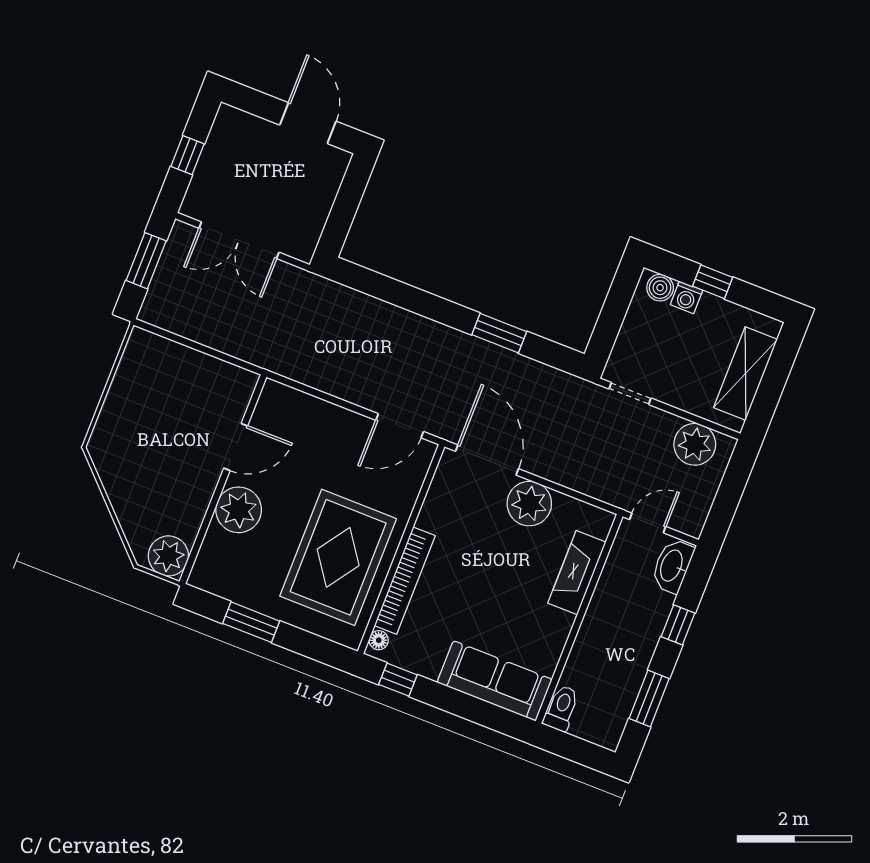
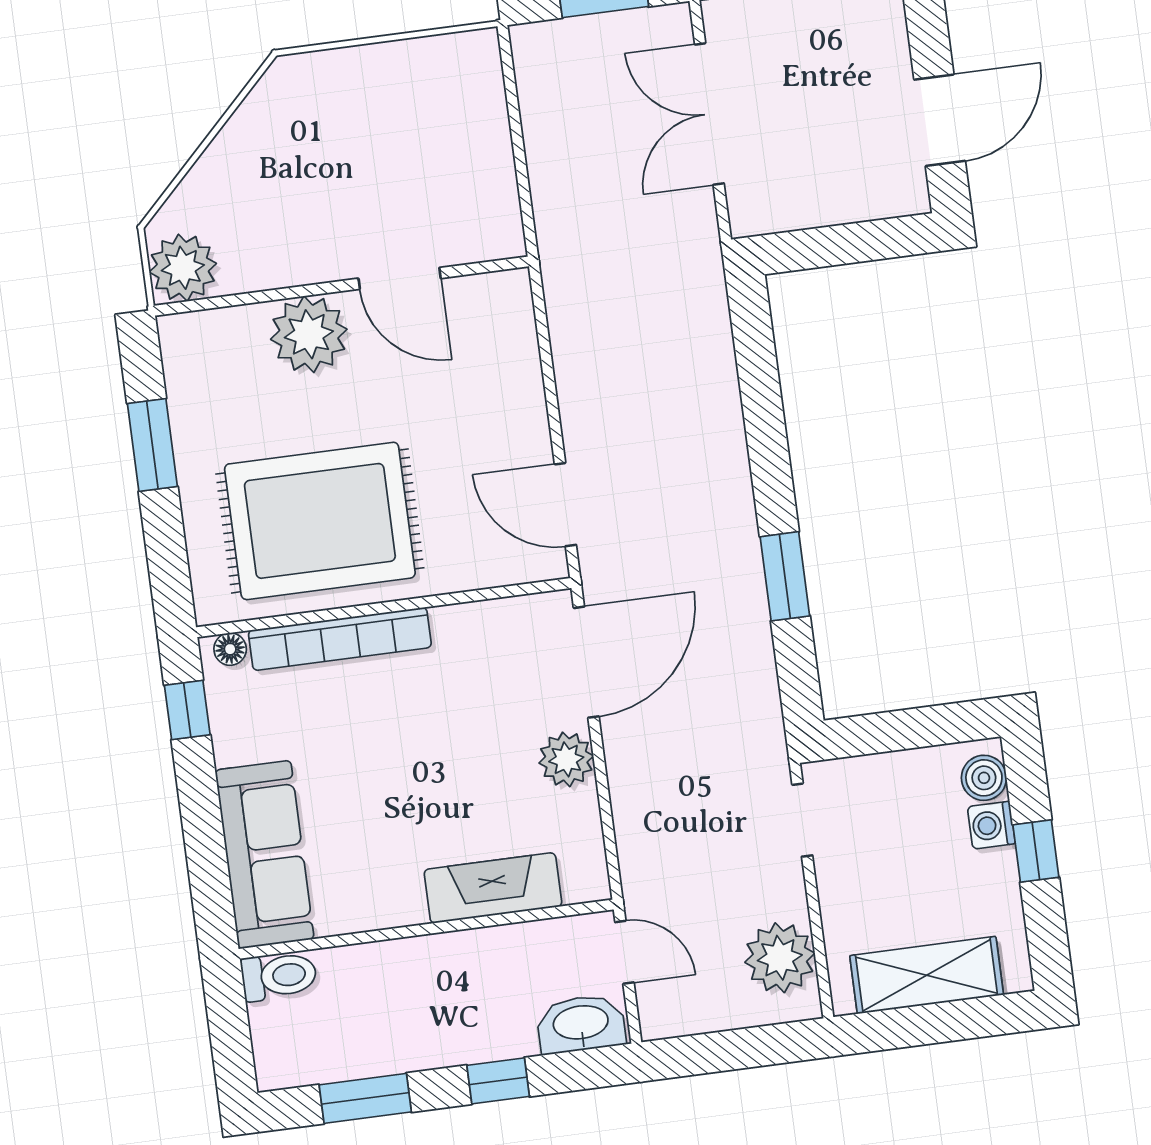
plant: (529, 504) -> (566, 759), width x0.73, depth x0.73

